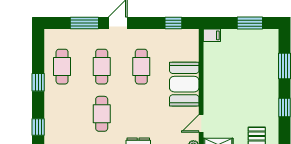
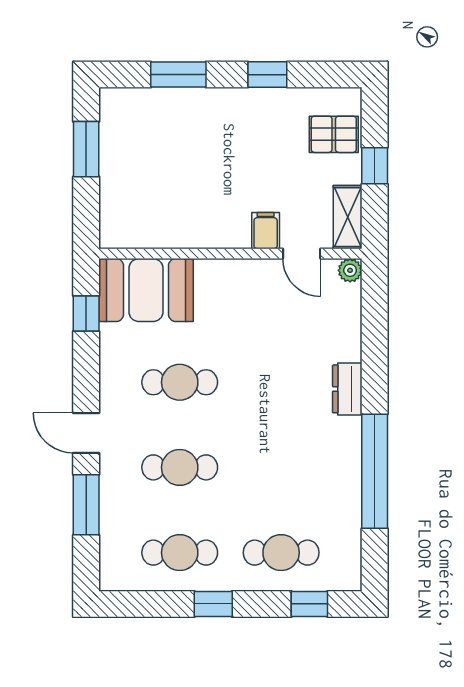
filing cabinet: (212, 35) -> (266, 231), moved
booth: (184, 84) -> (146, 290), moved
cafe table: (102, 114) -> (281, 553), moved

